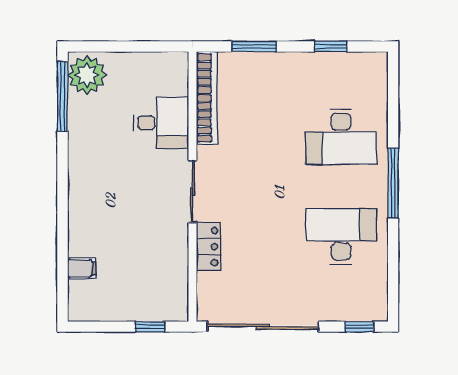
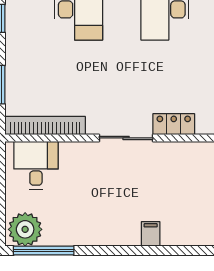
desk: (161, 123) -> (36, 165), moved
filing cabinet: (82, 268) -> (151, 234), moved

